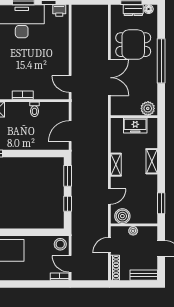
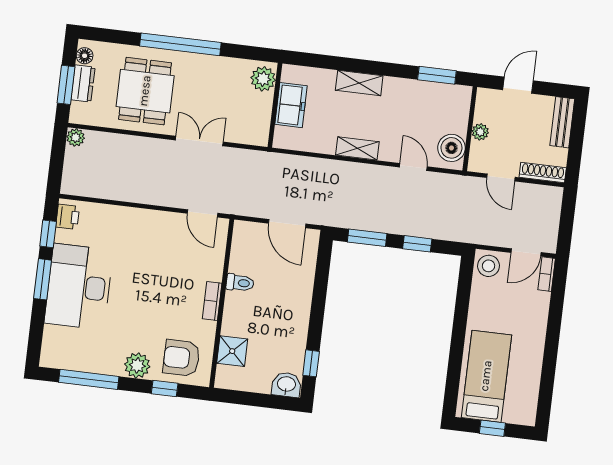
plant: (103, 10) -> (76, 137), added
double door: (109, 78) -> (199, 141), width x0.73
door: (70, 84) -> (202, 213), hinge flipped

